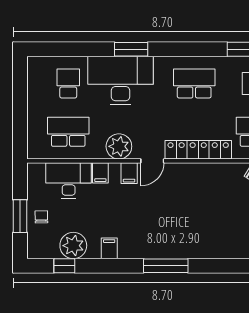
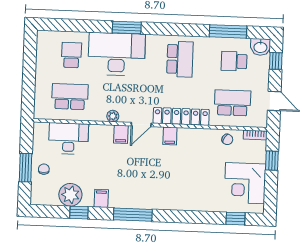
school desk: (194, 83) -> (180, 59), turned 90
plant: (119, 146) -> (113, 116), width x0.53, depth x0.53
filing cabinet: (100, 173) -> (170, 136), moved
window: (64, 266) -> (79, 213), moved
window: (166, 266) -> (133, 215), moved

